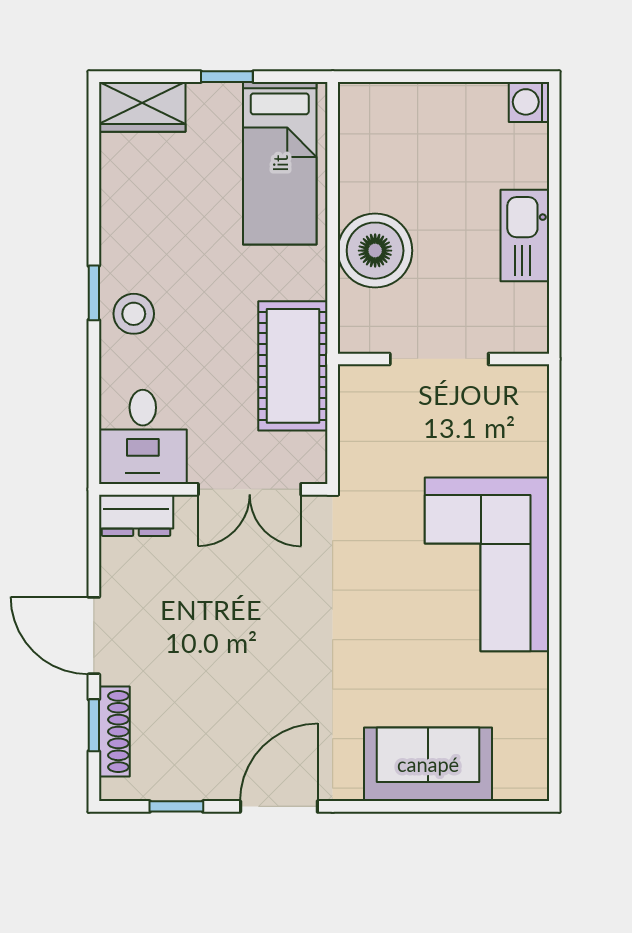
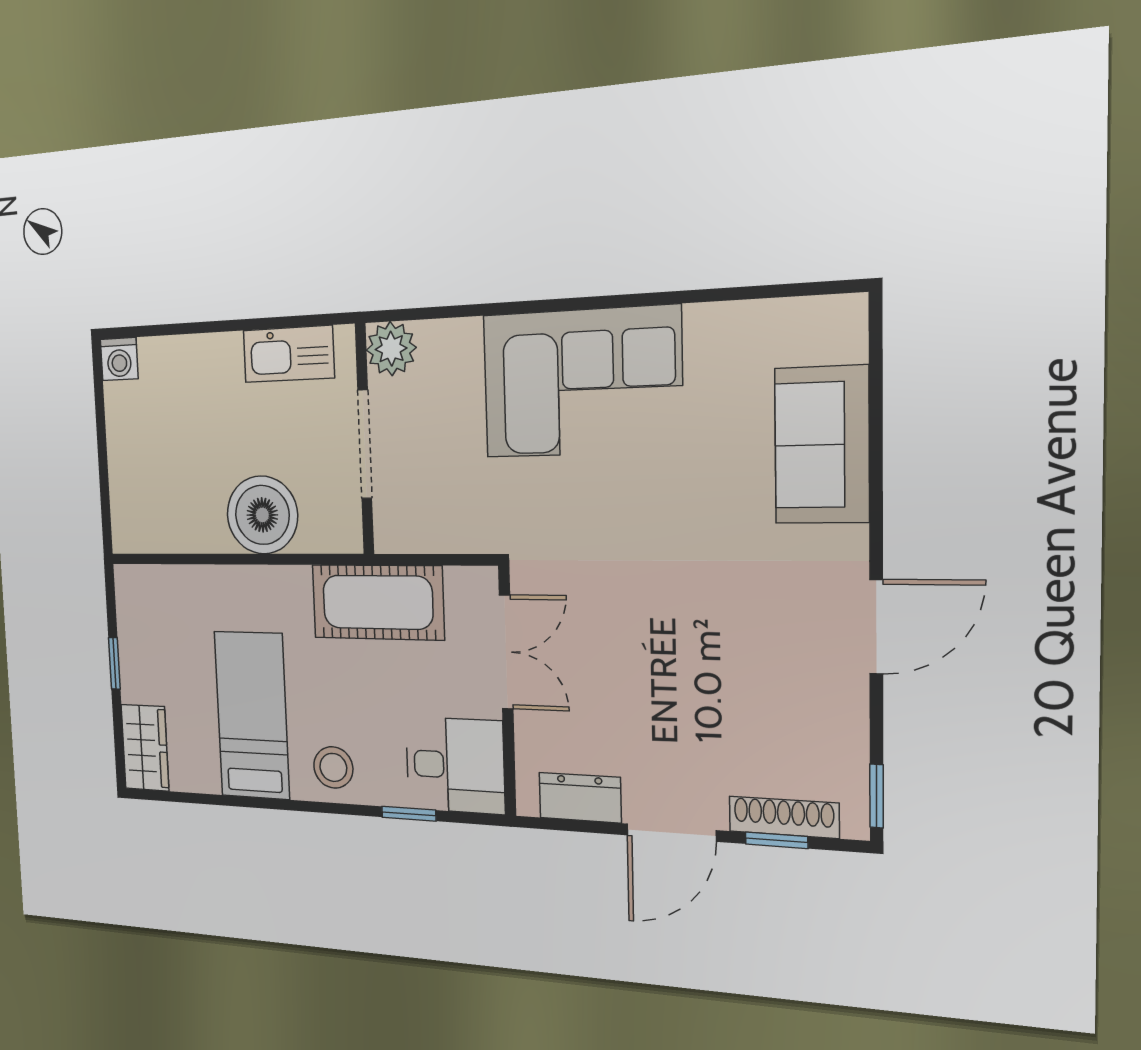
bed: (280, 163) -> (252, 715), moved, turned -90
kitchen sink: (525, 235) -> (289, 354), moved
window: (94, 293) -> (409, 814), moved
plant: (525, 389) -> (391, 349), added
dresser: (136, 515) -> (580, 798), moved, turned -90
window: (176, 806) -> (877, 796), moved
door: (279, 806) -> (876, 627), swing flipped

